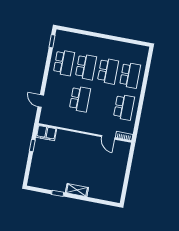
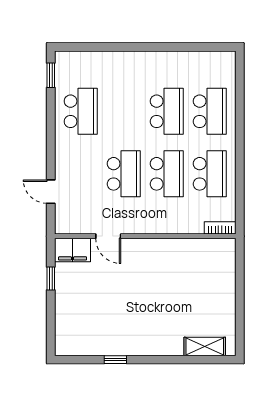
school desk: (86, 67) -> (167, 174), moved
door: (108, 137) -> (108, 236), moved
shelving: (77, 190) -> (205, 347), moved

